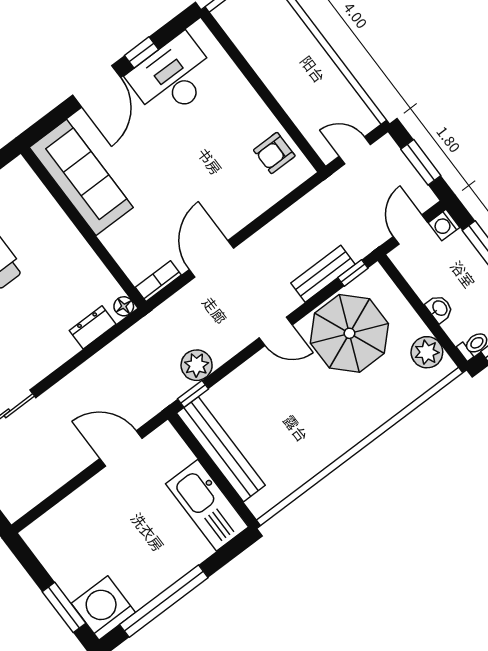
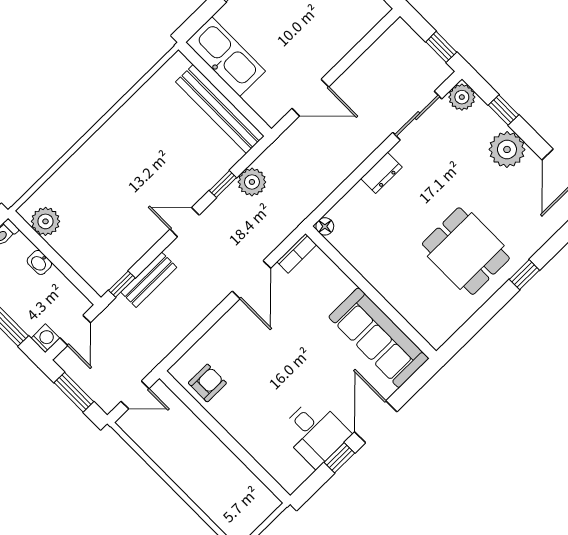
desk: (173, 77) -> (315, 432), width x0.73
dresser: (93, 327) -> (381, 173), moved
parasol: (349, 333) -> (118, 229), removed
window: (193, 394) -> (223, 184), moved

